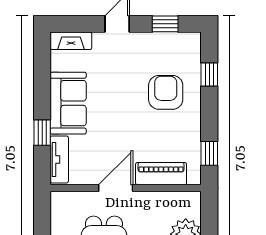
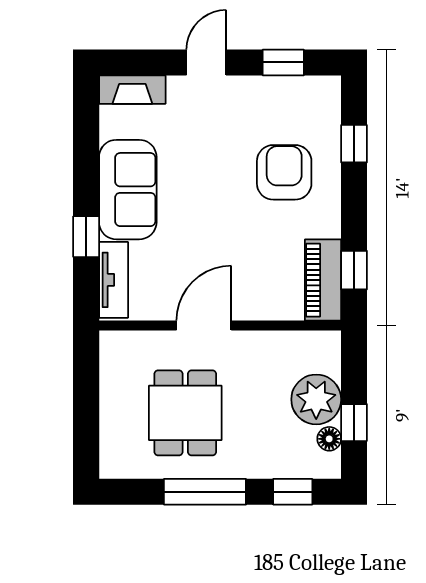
piano: (161, 174) -> (323, 280), moved, turned -90

